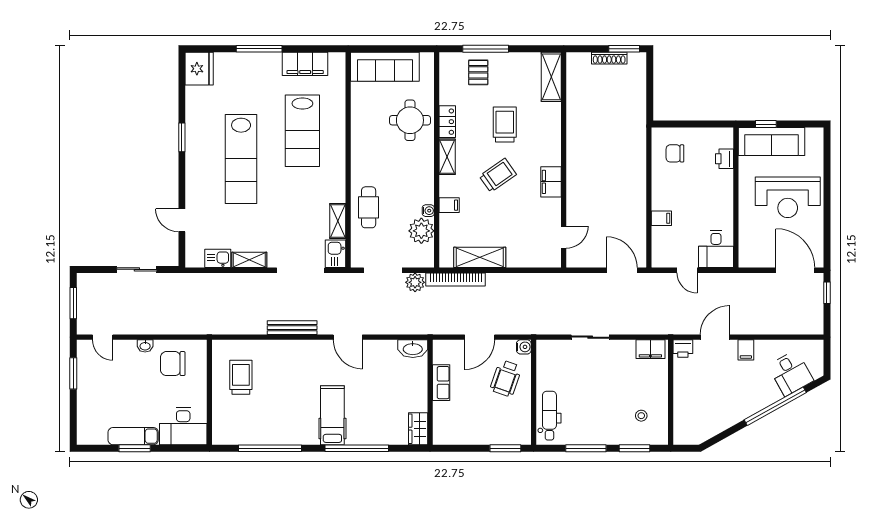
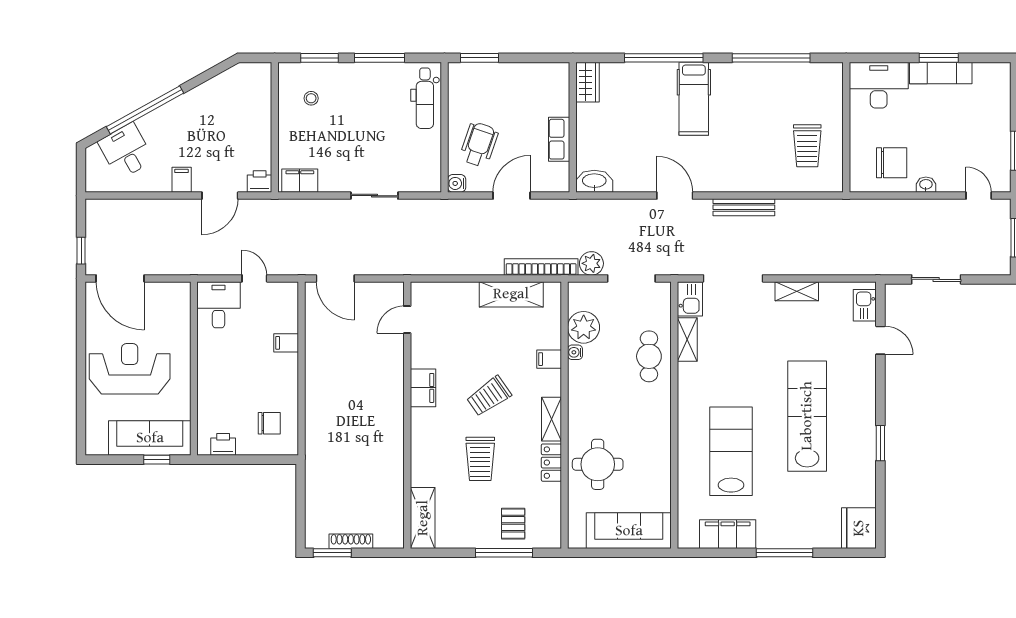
printer: (724, 159) -> (223, 444), moved, turned -90
kitchen sink: (218, 258) -> (865, 305), moved, turned 90

